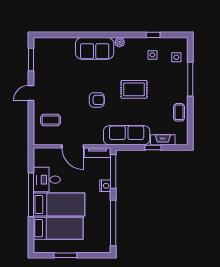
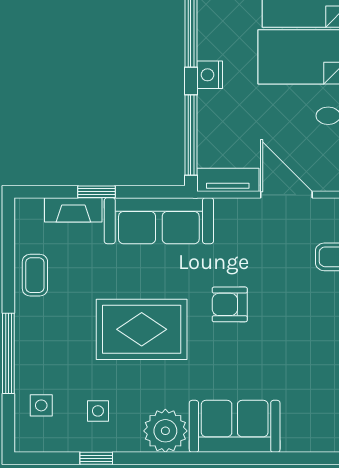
plant: (120, 42) -> (165, 431), width x1.87, depth x1.87
rug: (134, 89) -> (142, 329), width x1.36, depth x1.43
nightstand: (105, 186) -> (210, 75), moved

